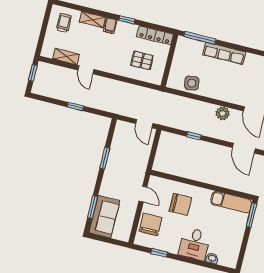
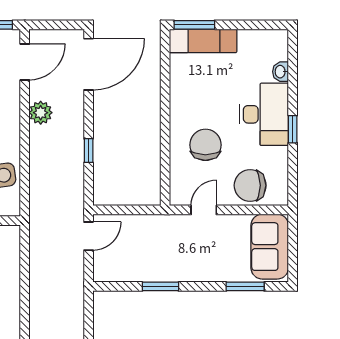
door: (244, 148) -> (89, 64), width x1.36
exam couch: (231, 202) -> (203, 41), moved, turned 90
sofa: (104, 217) -> (270, 247), moved, turned -90
desk: (195, 244) -> (264, 114), width x1.37
window: (159, 253) -> (293, 129), moved

